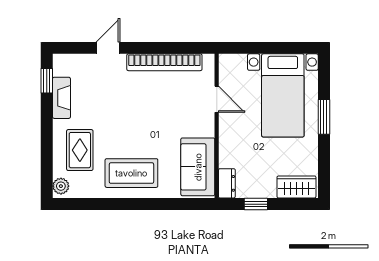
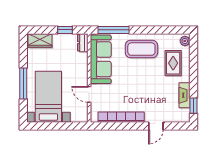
window: (324, 117) -> (23, 83), width x1.44
sofa: (198, 167) -> (101, 59), width x1.36
window: (177, 204) -> (113, 30), added

